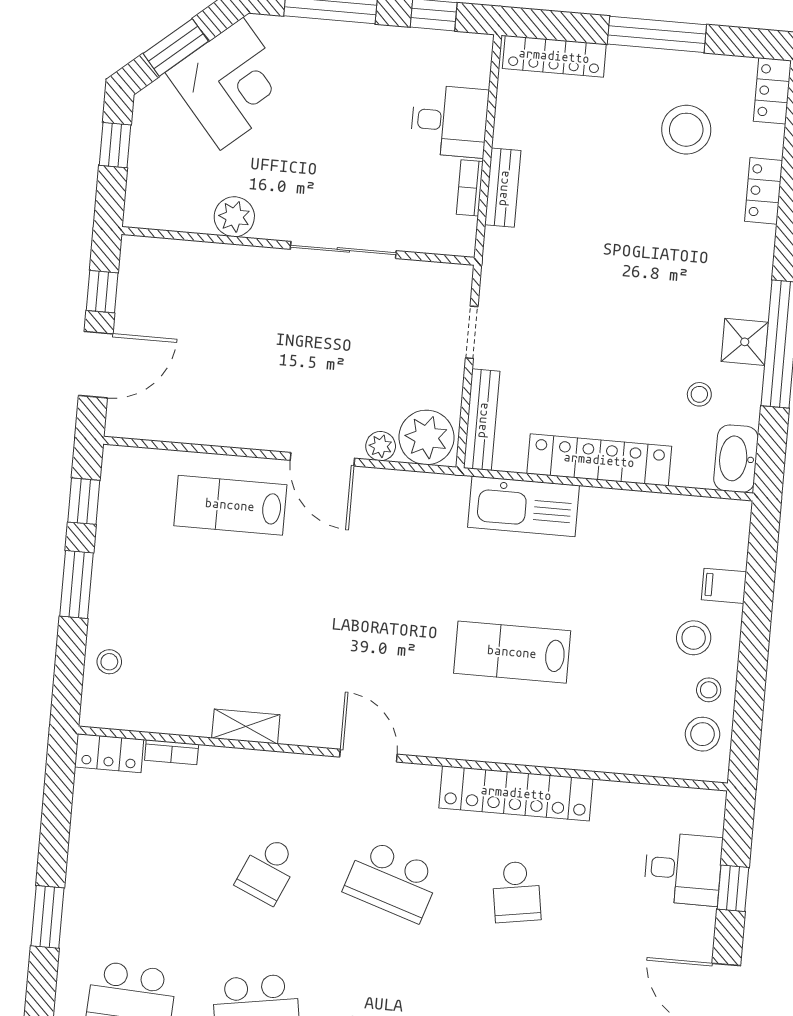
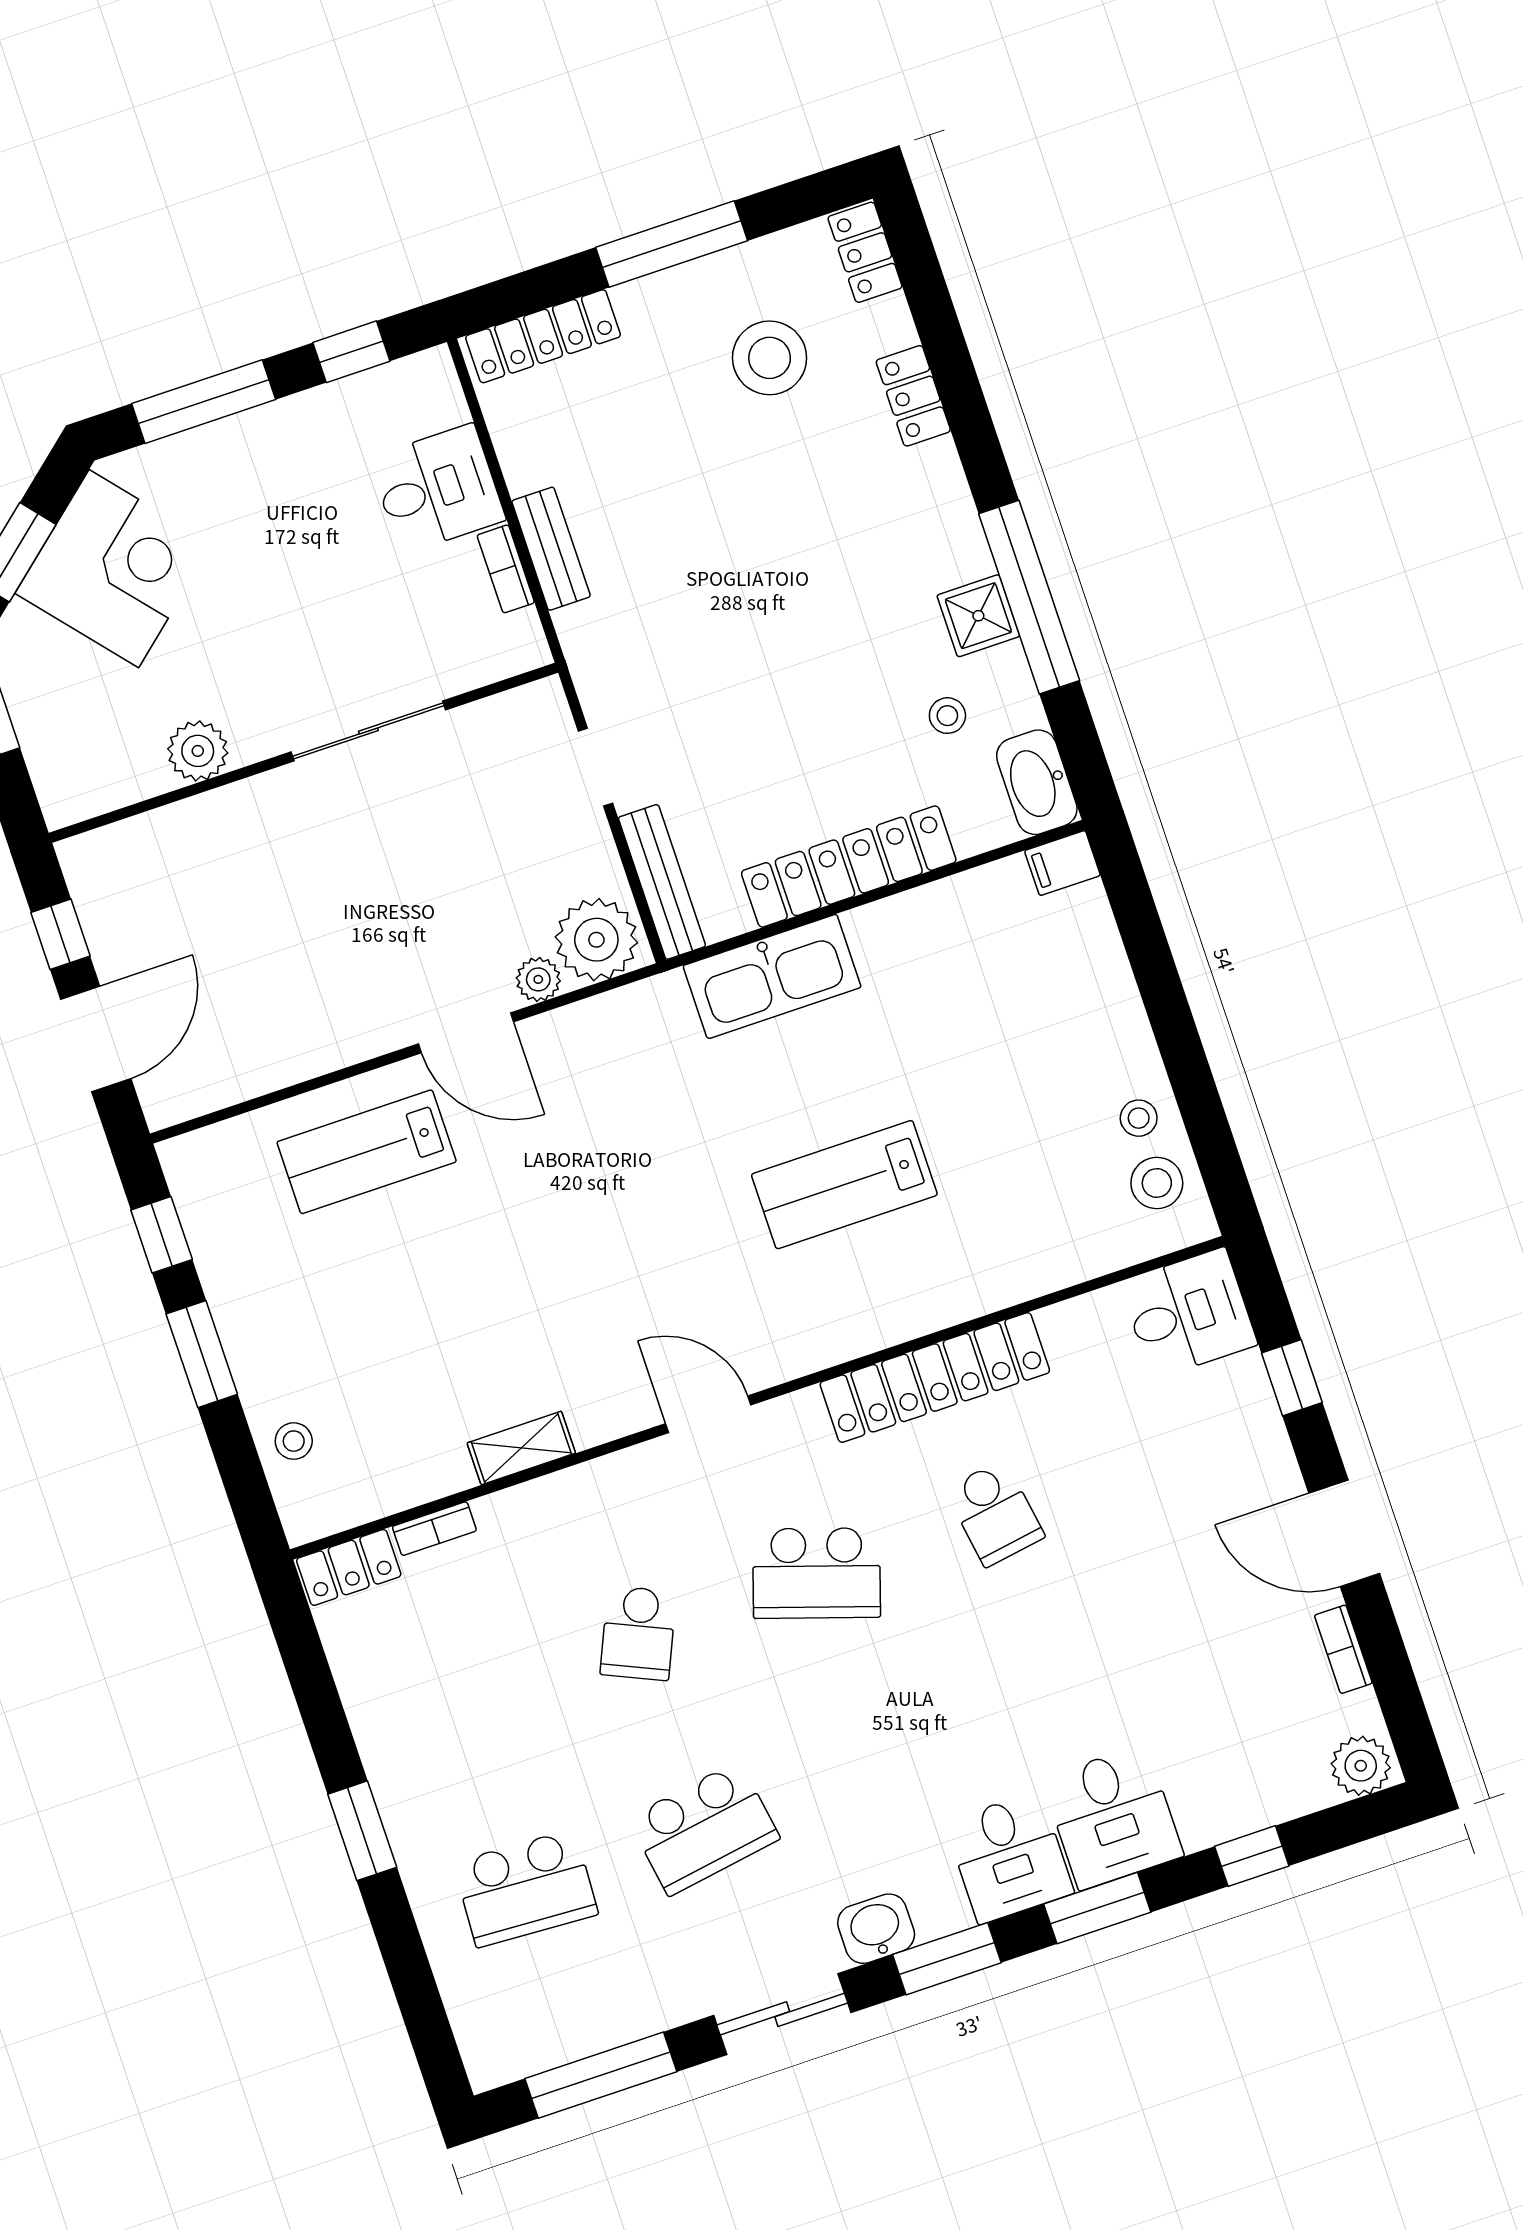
filing cabinet: (724, 586) -> (1062, 863), moved
stool: (694, 638) -> (1086, 1055), removed
desk: (683, 869) -> (1188, 1313), moved

